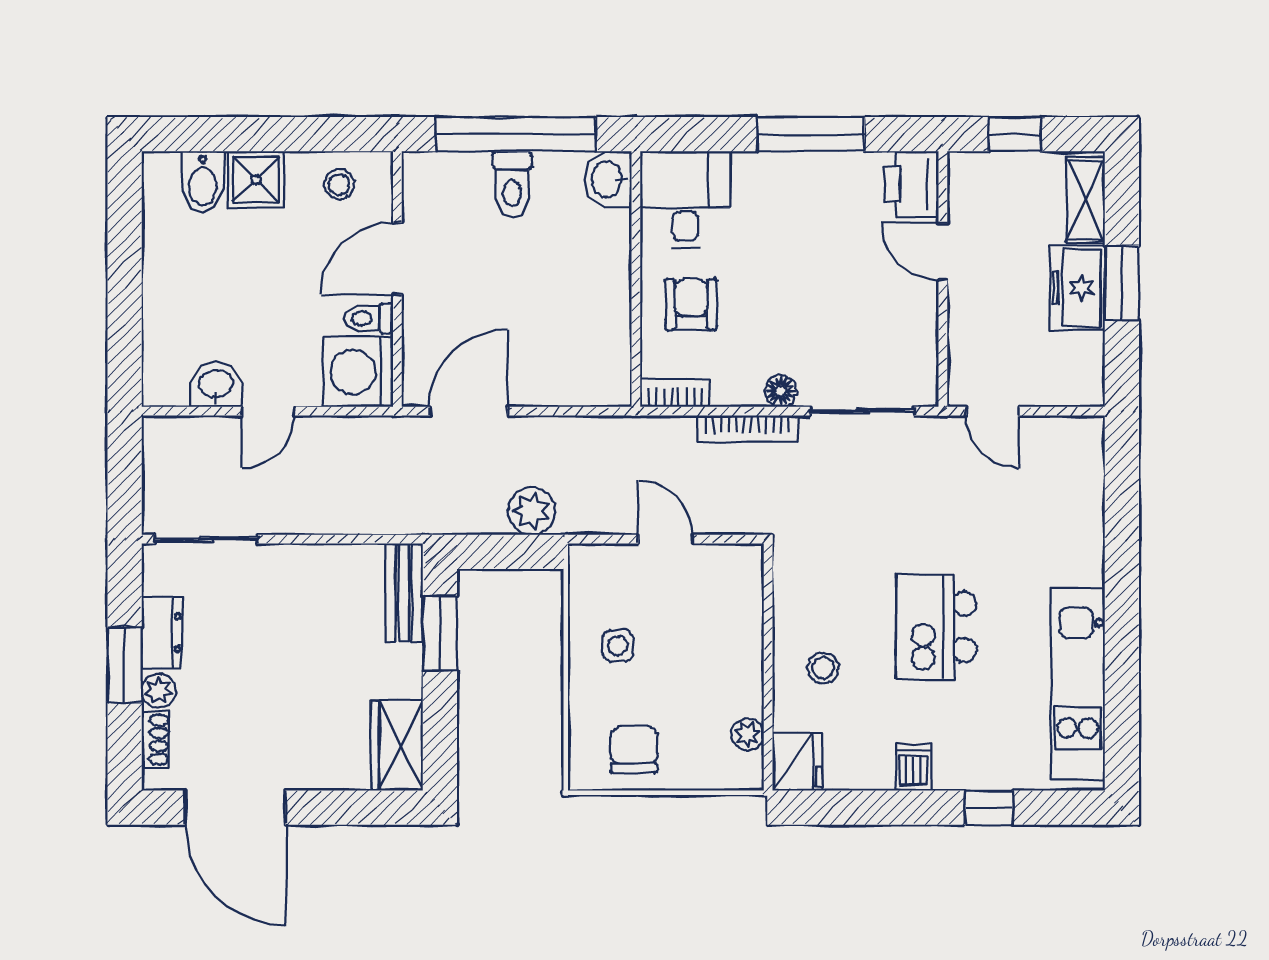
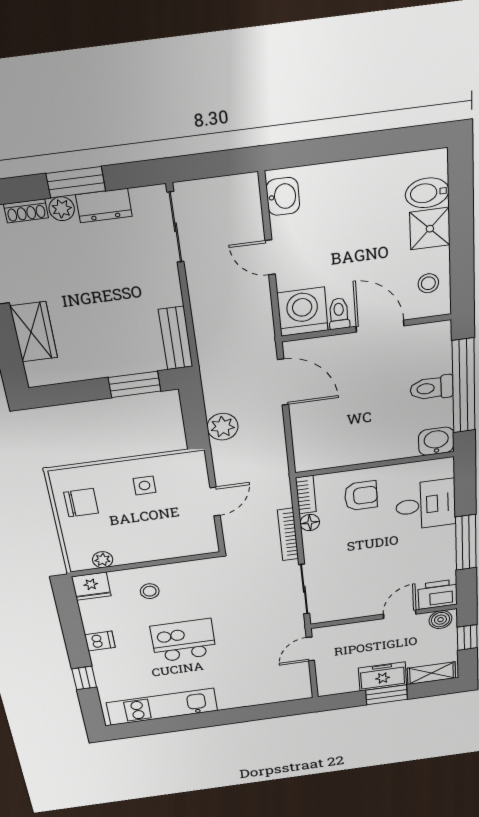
boiler: (967, 181) -> (440, 620), added
desk: (685, 200) -> (426, 505), moved
washbasin: (216, 385) -> (283, 196), moved
floor lamp: (781, 391) -> (310, 523), moved
bench: (404, 593) -> (176, 338), moved, turned 90
wardrobe: (397, 746) -> (34, 332), moved, turned 90

